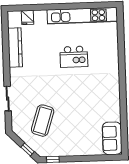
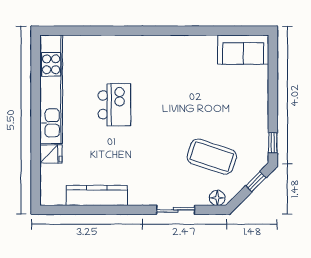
fridge: (28, 17) -> (51, 154), moved
floor lamp: (16, 125) -> (217, 198), added

